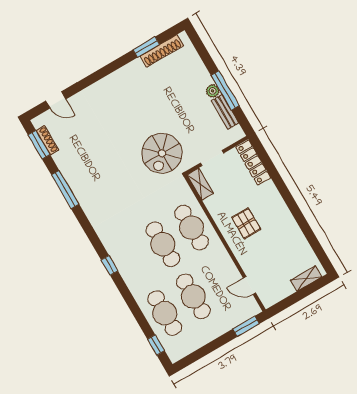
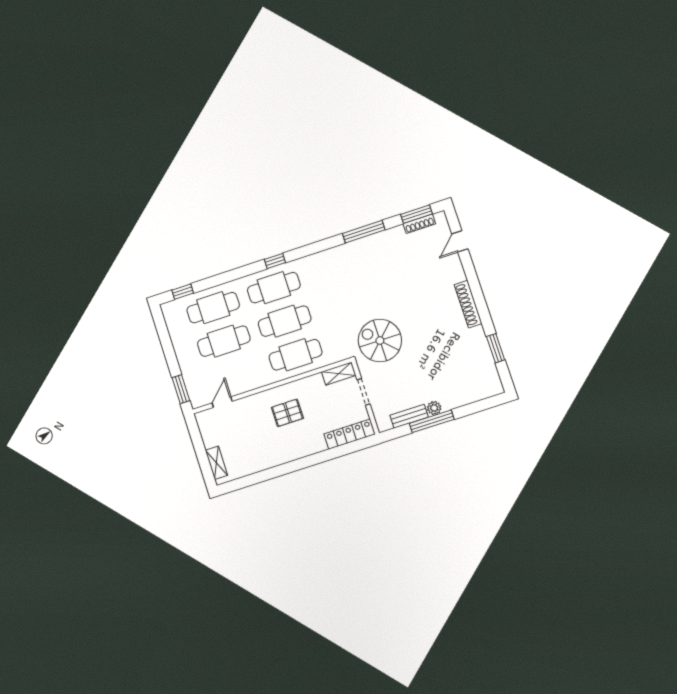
shoe rack: (162, 51) -> (468, 304), moved
cafe table: (134, 261) -> (274, 288), added

